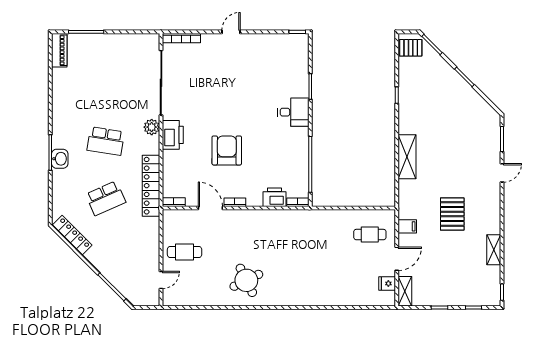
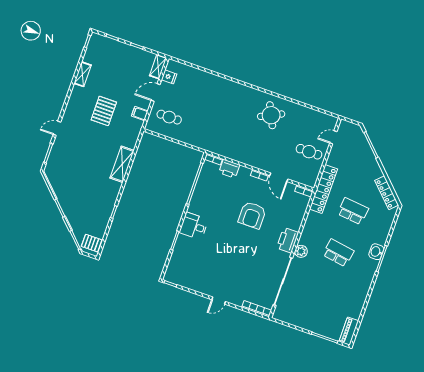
locker: (151, 186) -> (323, 189), moved
school desk: (106, 198) -> (353, 211), turned 30

